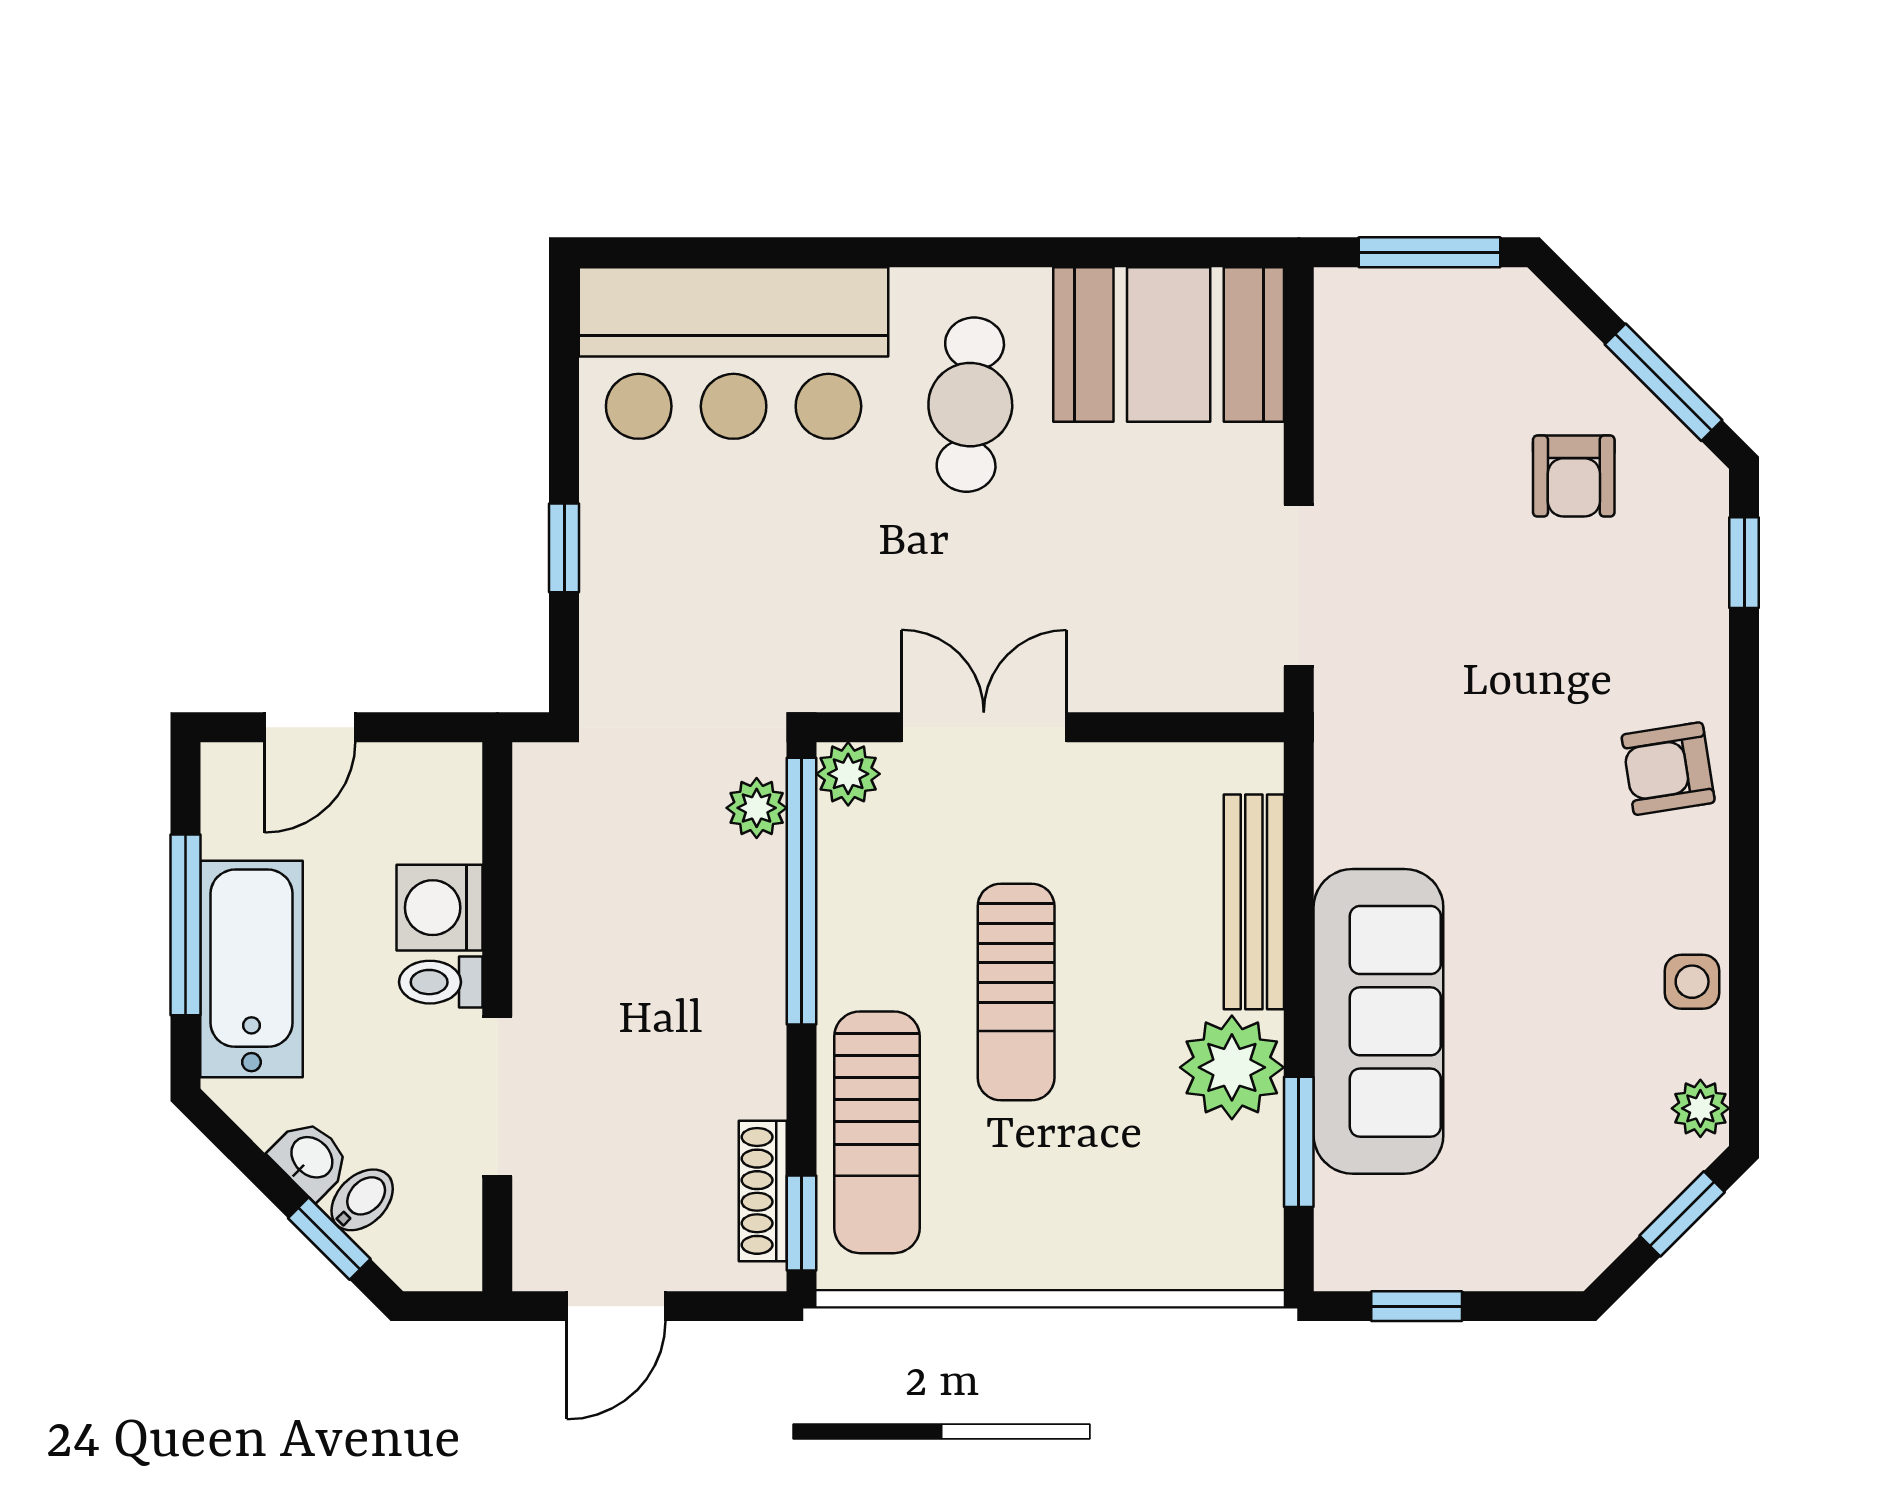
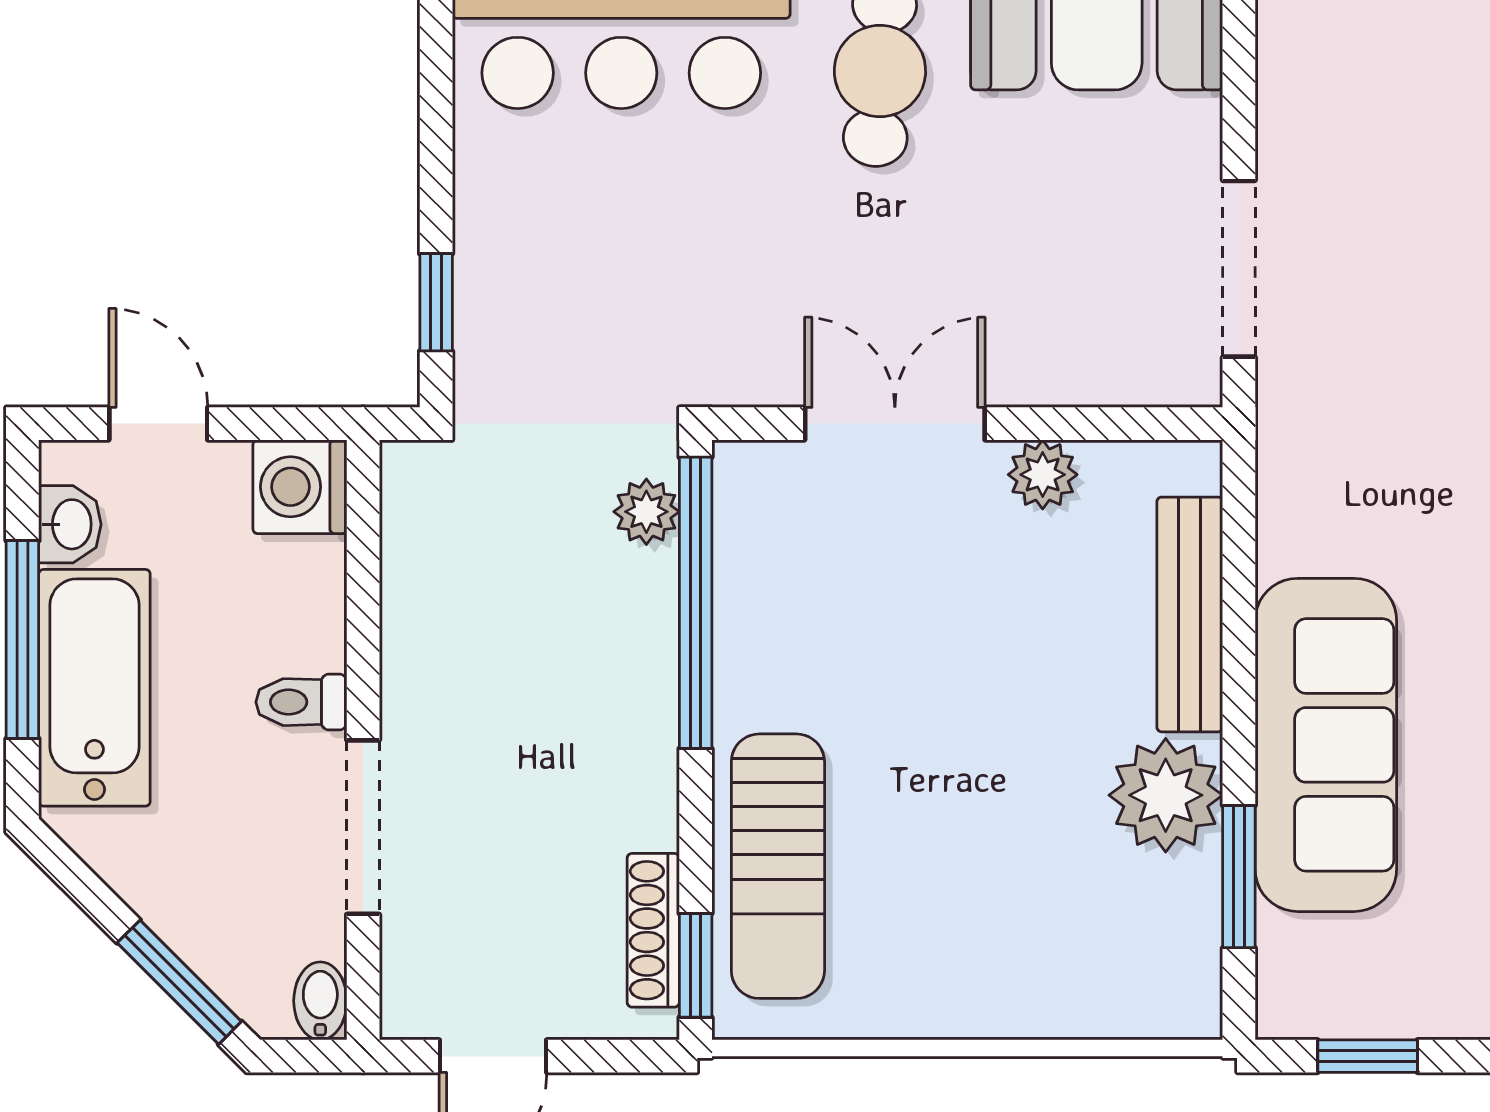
window: (564, 548) -> (436, 302), moved
door: (310, 727) -> (158, 424), swing flipped
plant: (848, 774) -> (1043, 475), moved
washing machine: (439, 908) -> (300, 487), moved
sun lounger: (1016, 992) -> (930, 713), removed
washbasin: (311, 1158) -> (70, 524), moved, turned 45
bidet: (362, 1200) -> (320, 1001), moved, turned -45
window: (329, 1238) -> (179, 982), width x1.50

